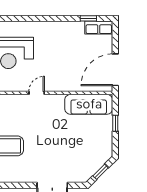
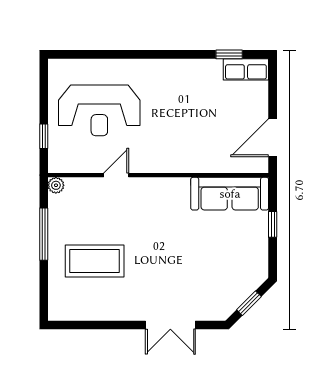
door: (115, 70) -> (273, 138), width x0.73
door: (37, 93) -> (116, 175), moved

